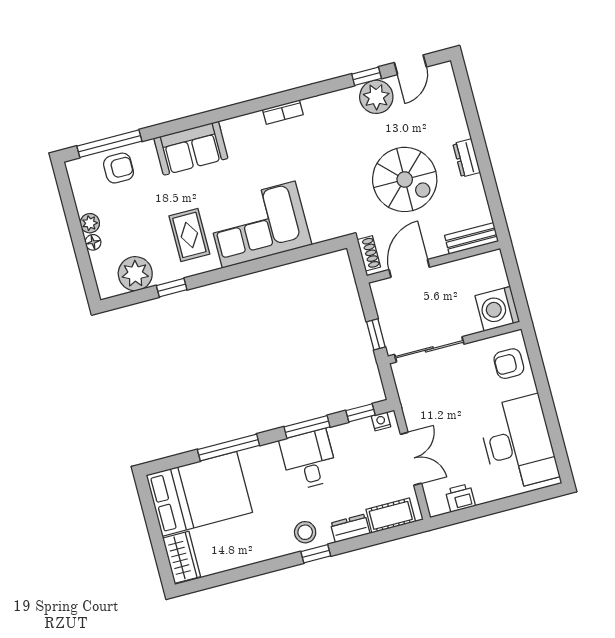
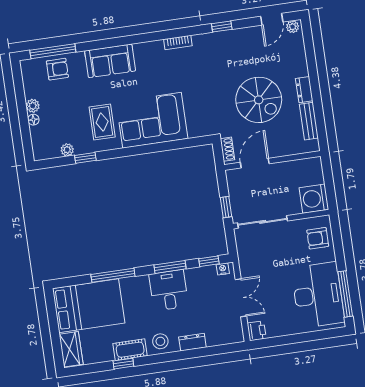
window: (367, 76) -> (222, 27), moved
plant: (376, 97) -> (293, 27), moved, width x0.53, depth x0.53
bench: (472, 238) -> (309, 121), moved, turned 90
plant: (135, 274) -> (67, 150), width x0.53, depth x0.53
window: (556, 437) -> (345, 294), added
printer: (460, 498) -> (257, 331), moved, turned 90
cot: (391, 515) -> (130, 350), moved
window: (316, 554) -> (123, 364), moved

